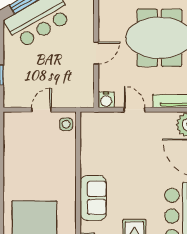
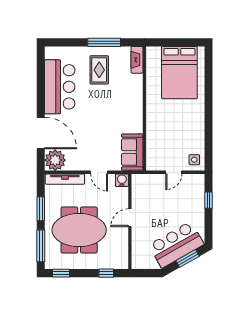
side table: (66, 124) -> (194, 160), moved
sofa: (93, 198) -> (132, 152), moved

